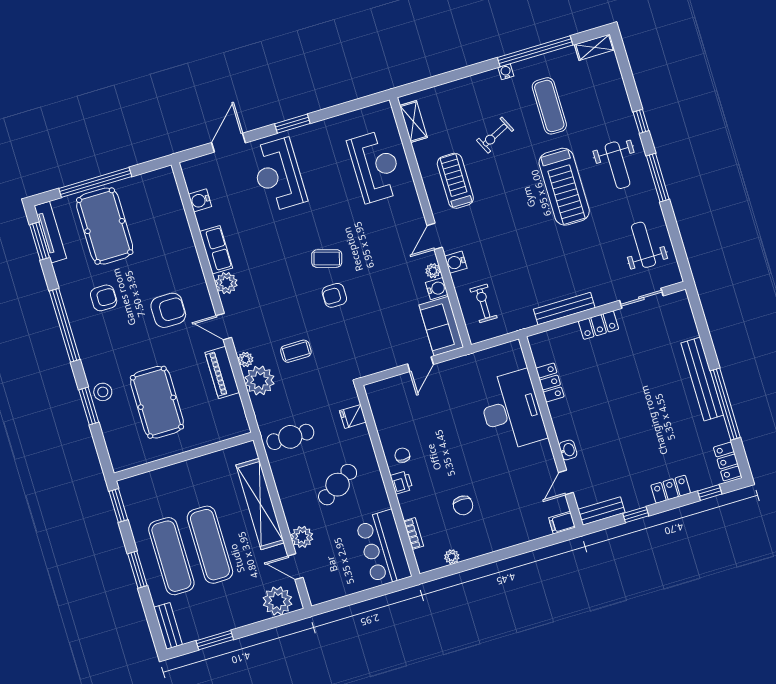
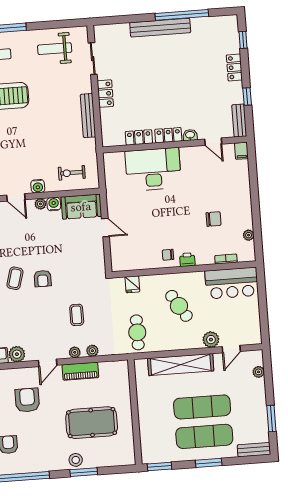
plant: (259, 380) -> (92, 351), width x0.53, depth x0.53
locker: (727, 461) -> (168, 135), moved, turned 180
plant: (277, 601) -> (259, 372), width x0.53, depth x0.53

